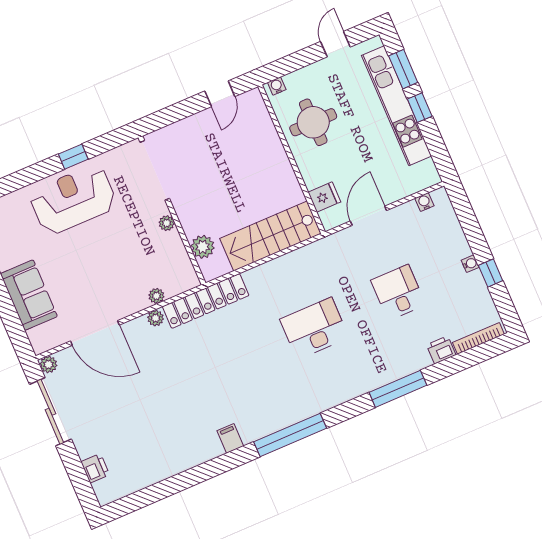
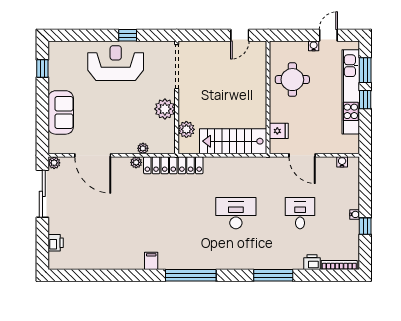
water cooler: (277, 86) -> (314, 46), moved
door: (368, 216) -> (302, 155), swing flipped
plant: (167, 223) -> (165, 109), width x1.87, depth x1.87

